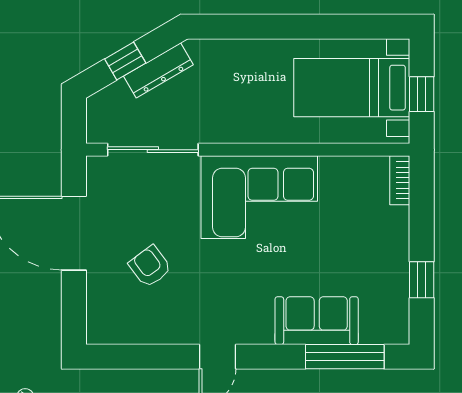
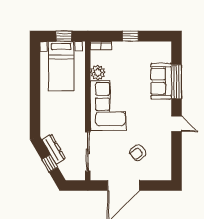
plant: (337, 173) -> (98, 73), added
window: (422, 280) -> (130, 36), moved
window: (345, 357) -> (177, 82), moved

